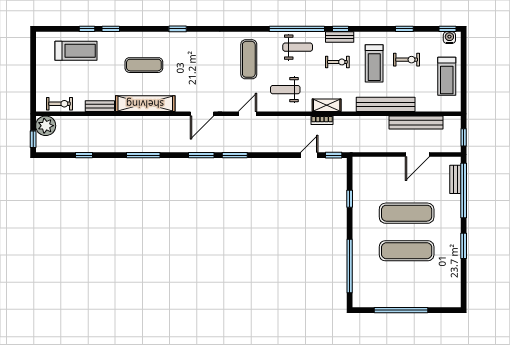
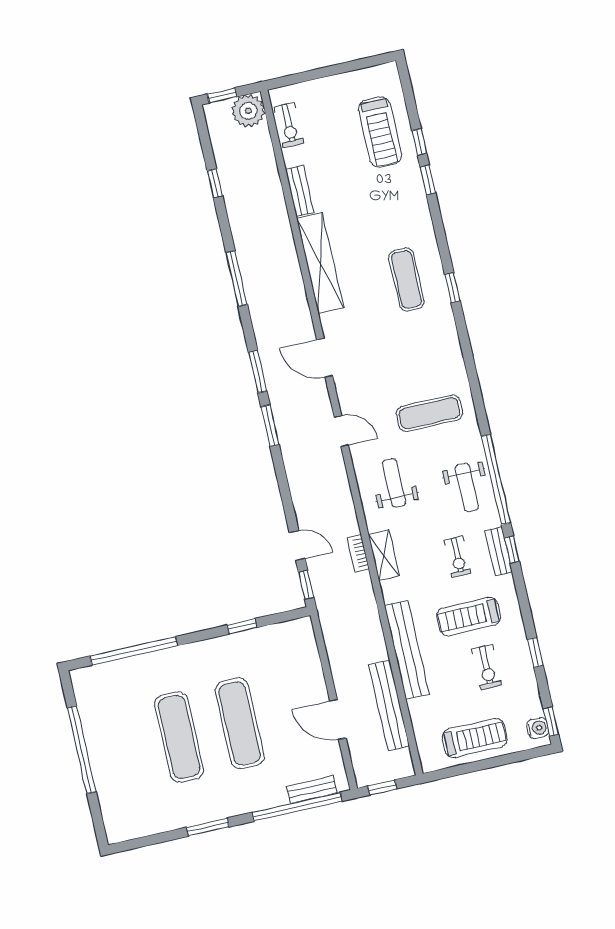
exercise mat: (144, 65) -> (406, 279), moved
treadmill: (447, 76) -> (475, 738), turned 180

